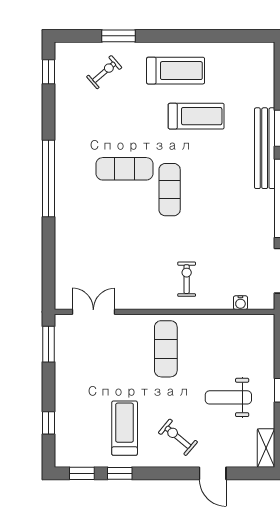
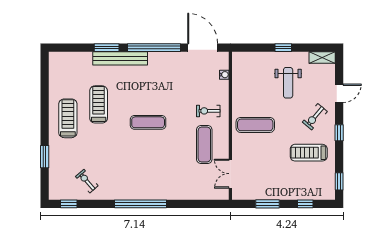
exercise bike: (104, 72) -> (87, 181), moved
exercise mat: (124, 169) -> (204, 145), moved
window: (49, 344) -> (267, 204), moved
window: (120, 473) -> (339, 133), moved

